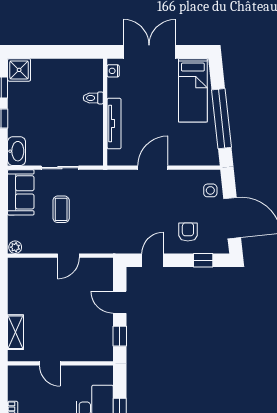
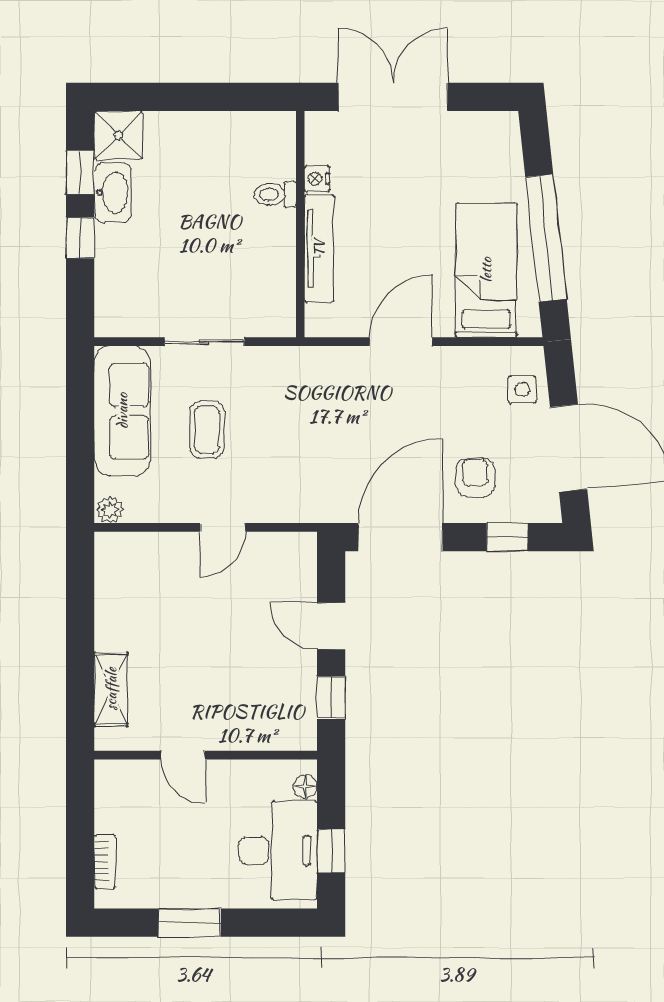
nightstand: (113, 71) -> (317, 179), moved
bed: (193, 90) -> (486, 270), moved, turned 180
washbasin: (17, 151) -> (113, 193), moved
sofa: (21, 192) -> (122, 411), width x1.36
door: (153, 260) -> (401, 537), width x1.88
floor lamp: (108, 378) -> (305, 786), added

